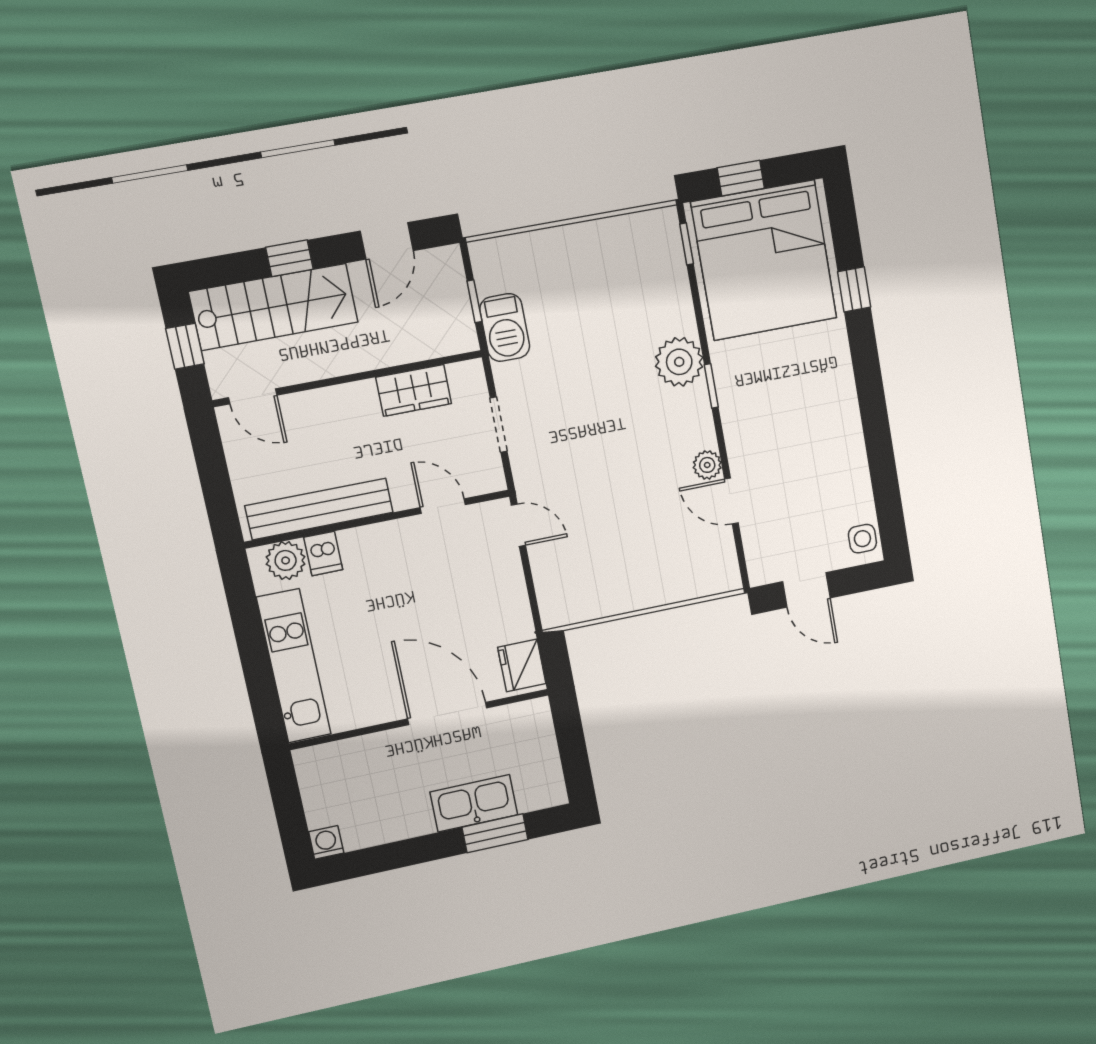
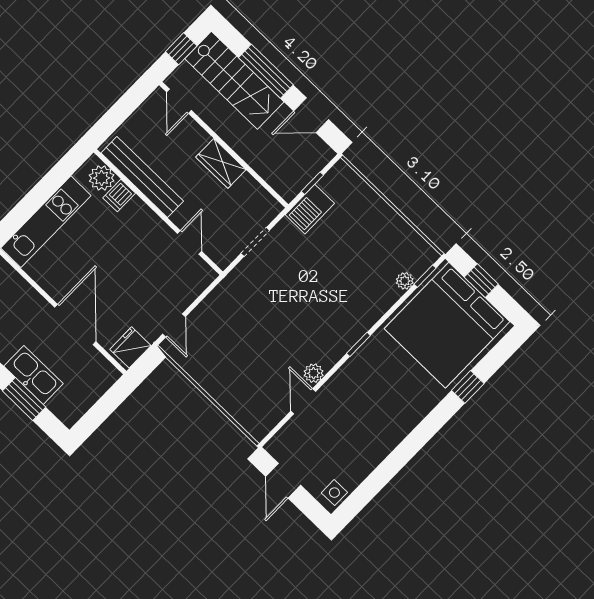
window: (289, 258) -> (266, 71), width x2.17
plant: (679, 362) -> (405, 281), moved, width x0.53, depth x0.53
wardrobe: (414, 390) -> (221, 163), moved
door: (518, 525) -> (174, 325), moved

